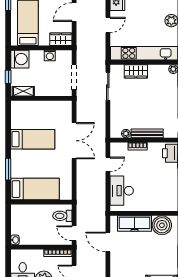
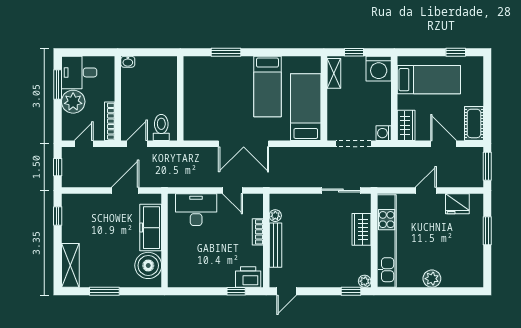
door: (108, 25) -> (426, 190), swing flipped
washing machine: (50, 55) -> (384, 133), moved
double door: (74, 141) -> (244, 144), moved
bed: (35, 189) -> (306, 107), moved, turned 180

